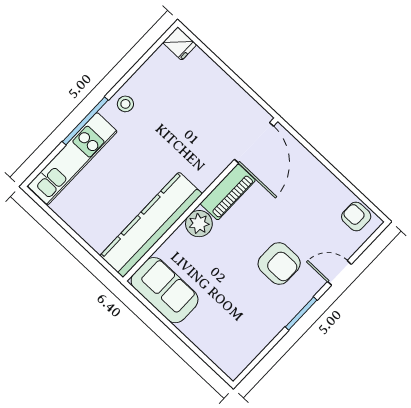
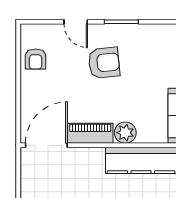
armchair: (356, 216) -> (36, 59), moved
armchair: (279, 263) -> (104, 63), turned 84

